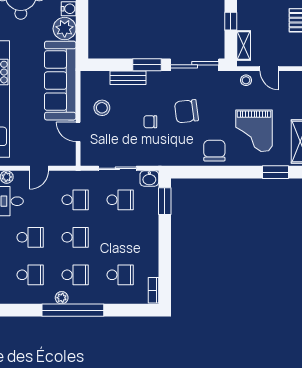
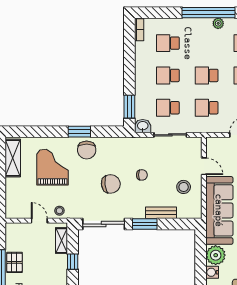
window: (276, 172) -> (79, 132), moved
school desk: (75, 275) -> (168, 75), moved

